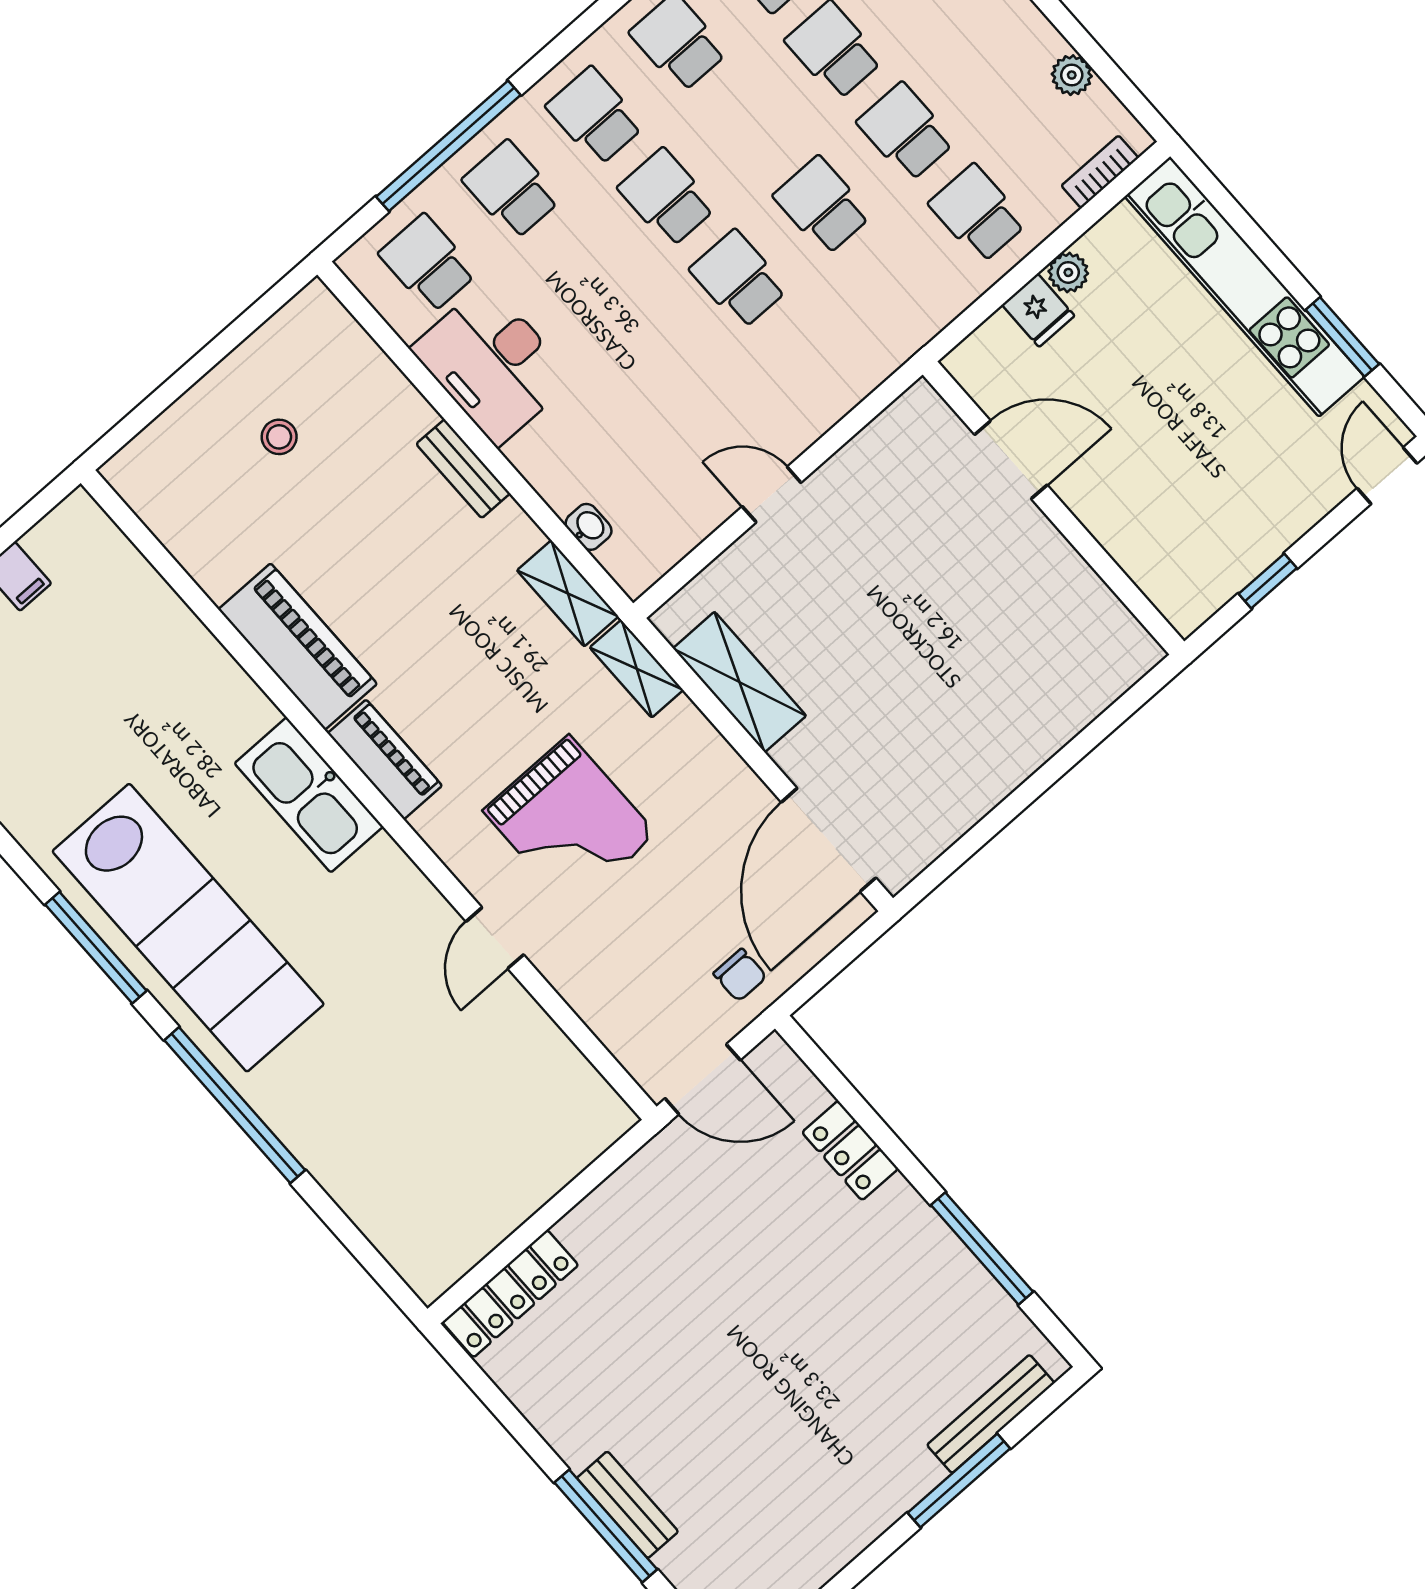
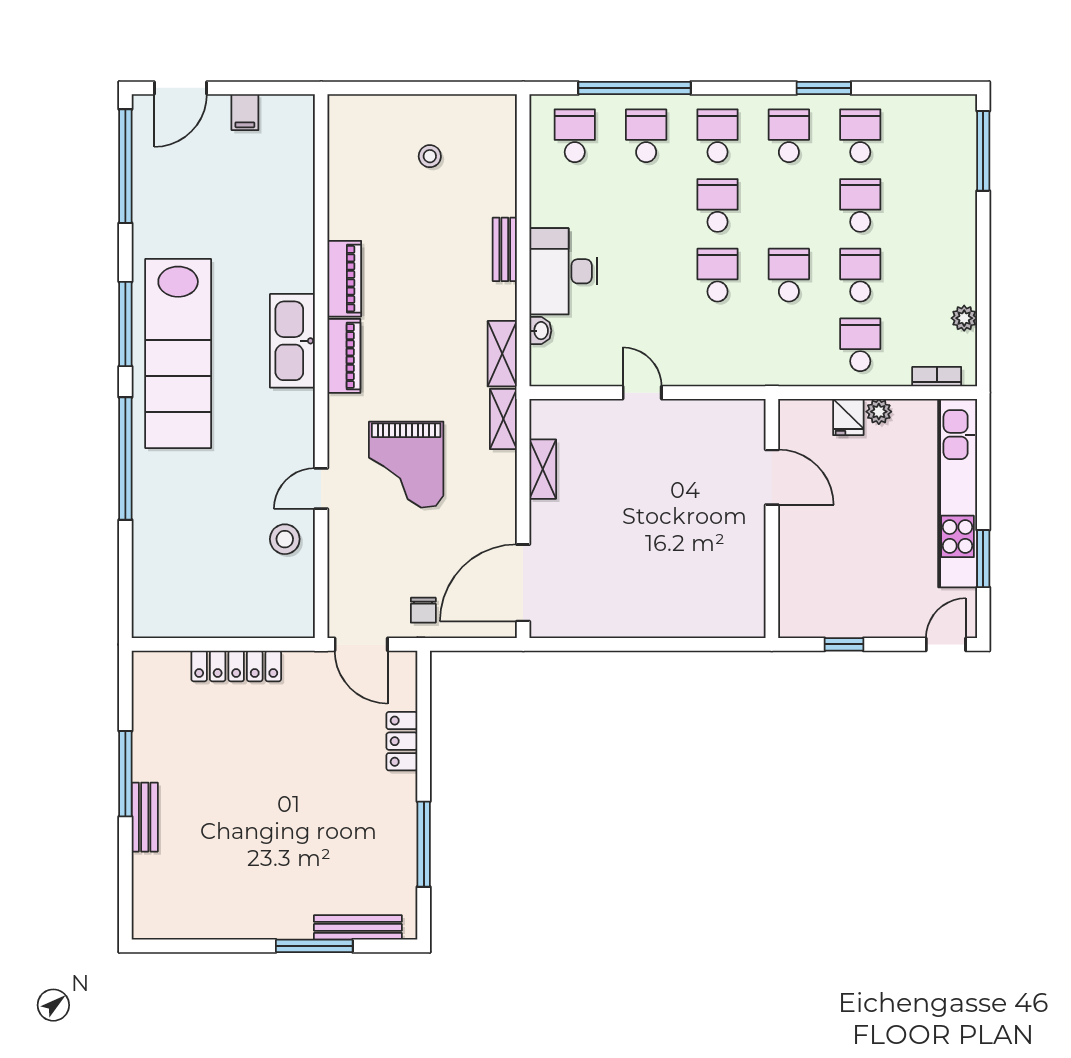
desk: (492, 364) -> (563, 271), moved
piano: (298, 647) -> (344, 279), width x0.73, depth x0.75
shelving: (740, 682) -> (543, 469), width x0.67, depth x0.75
stool: (505, 1035) -> (285, 539), added
locker: (510, 1294) -> (236, 666), moved
window: (606, 1526) -> (125, 774), moved

